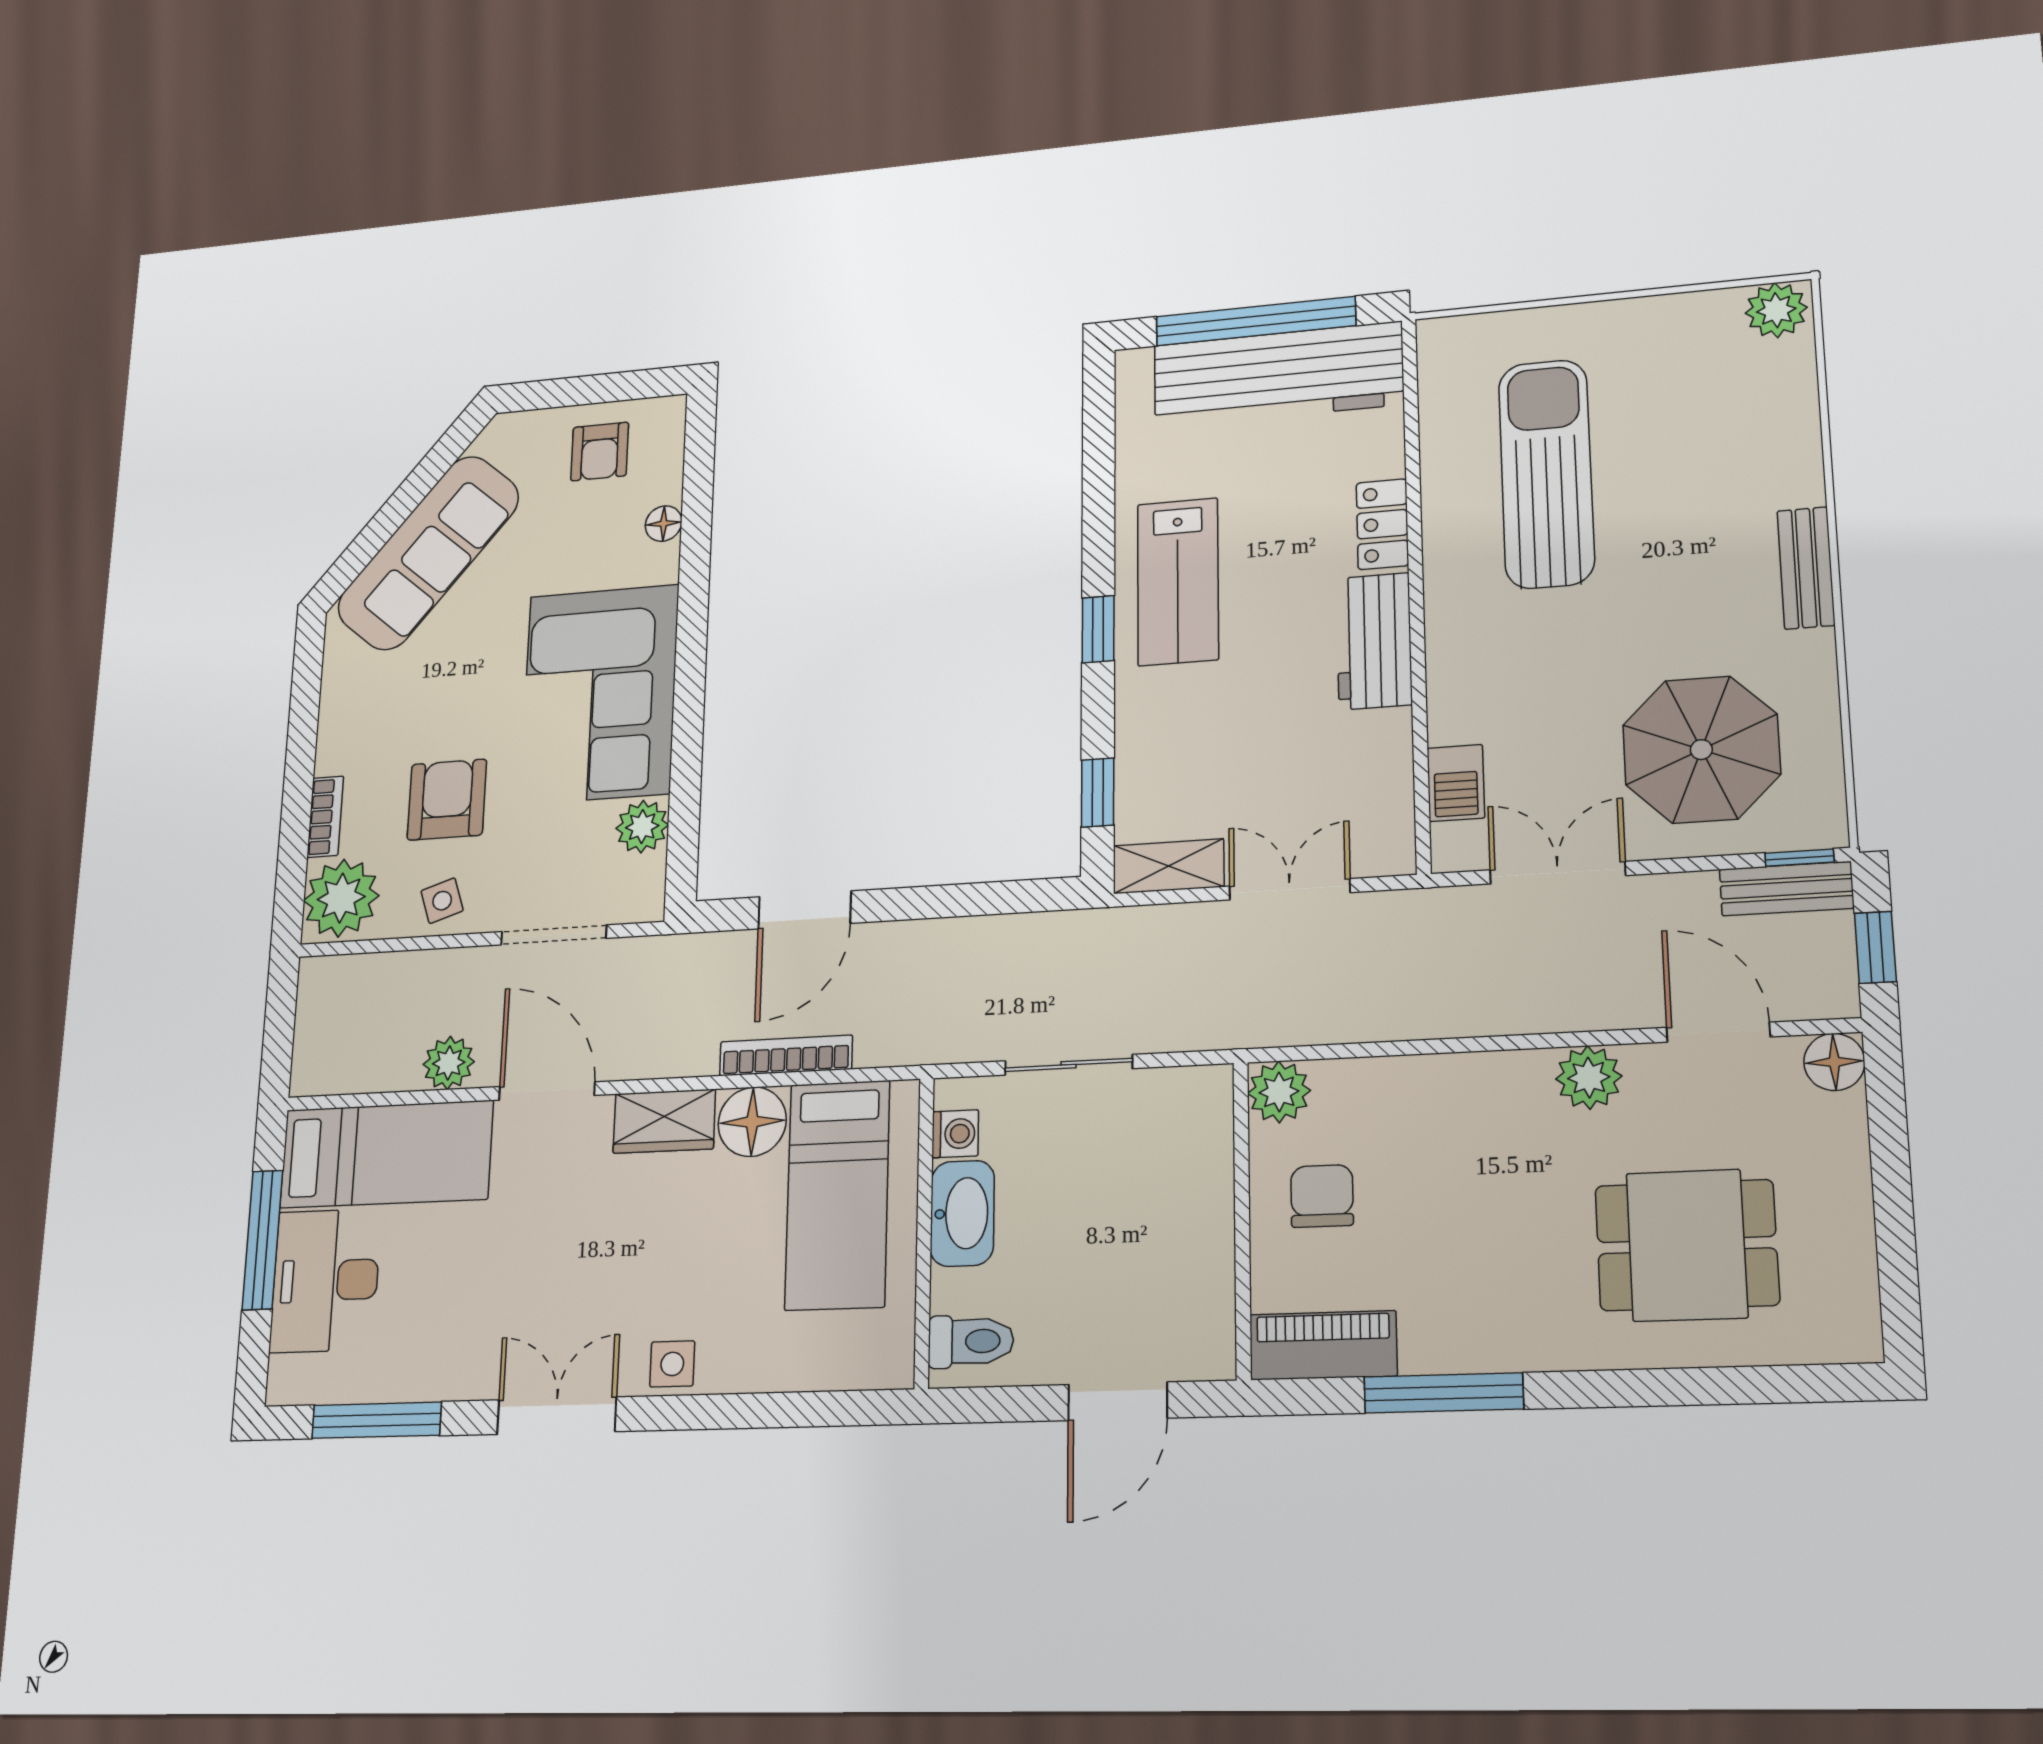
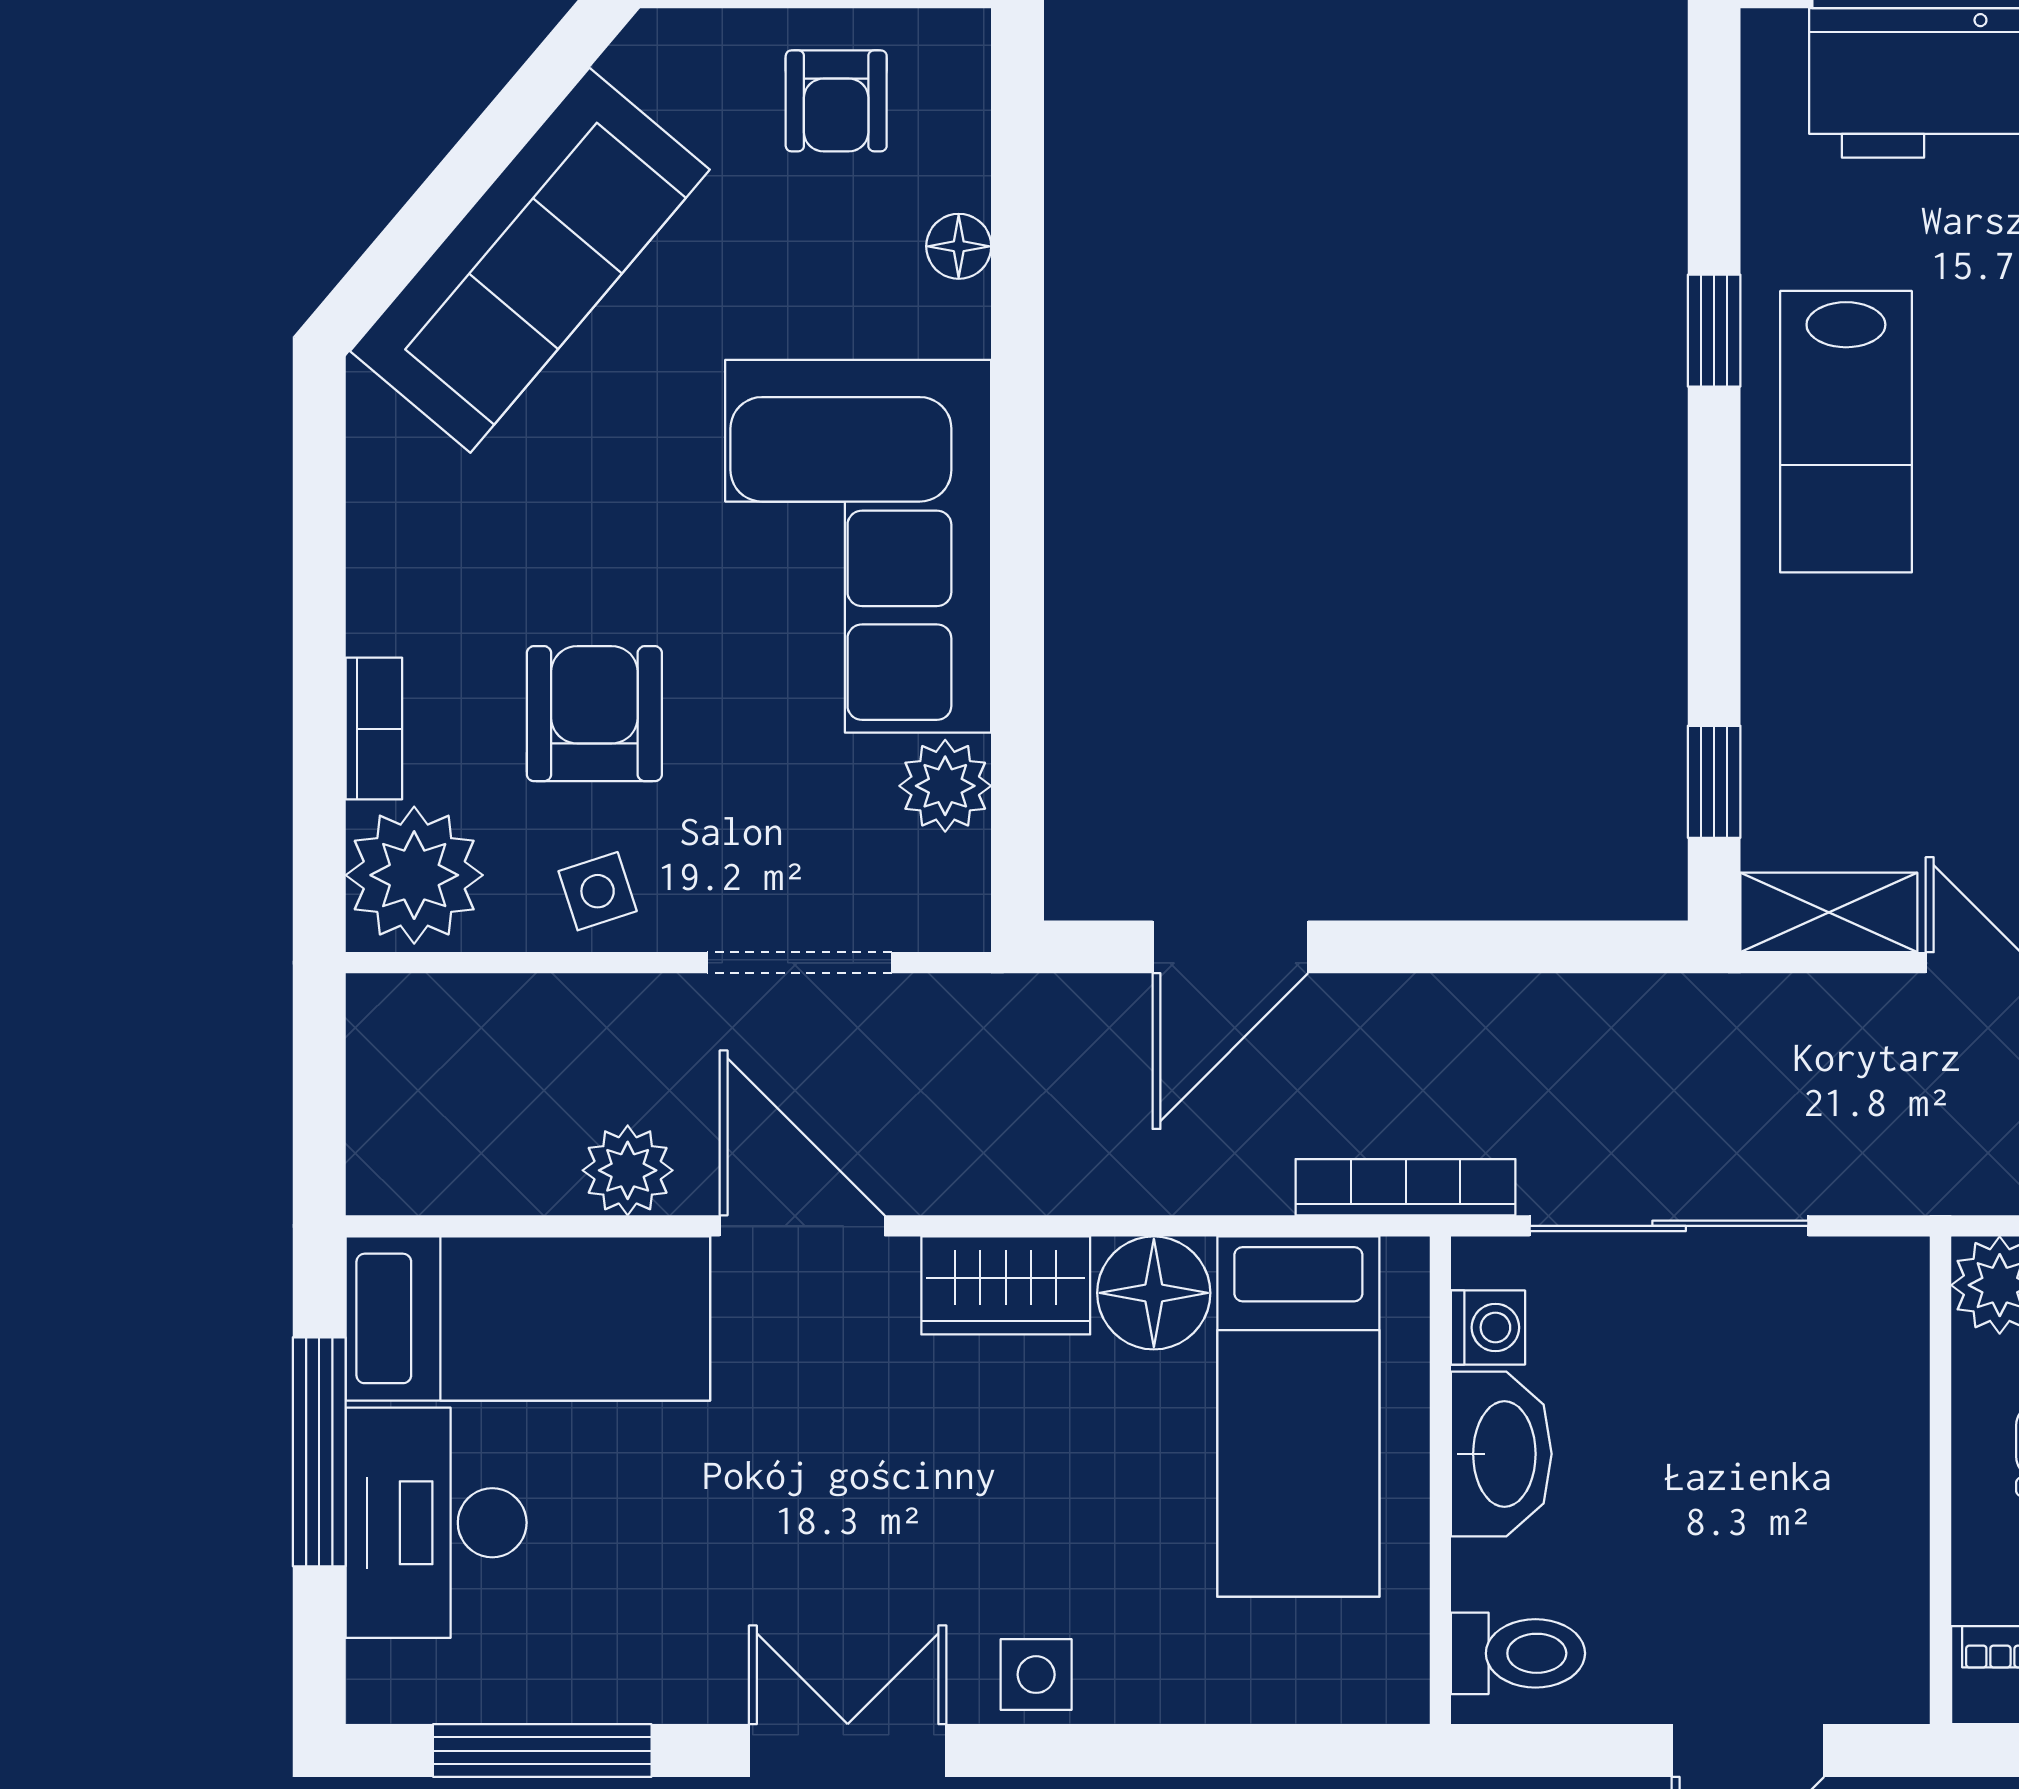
window: (1098, 629) -> (1714, 331), moved
bookcase: (786, 1055) -> (1406, 1187), moved
sliding door: (1069, 1065) -> (1669, 1226), width x1.37

